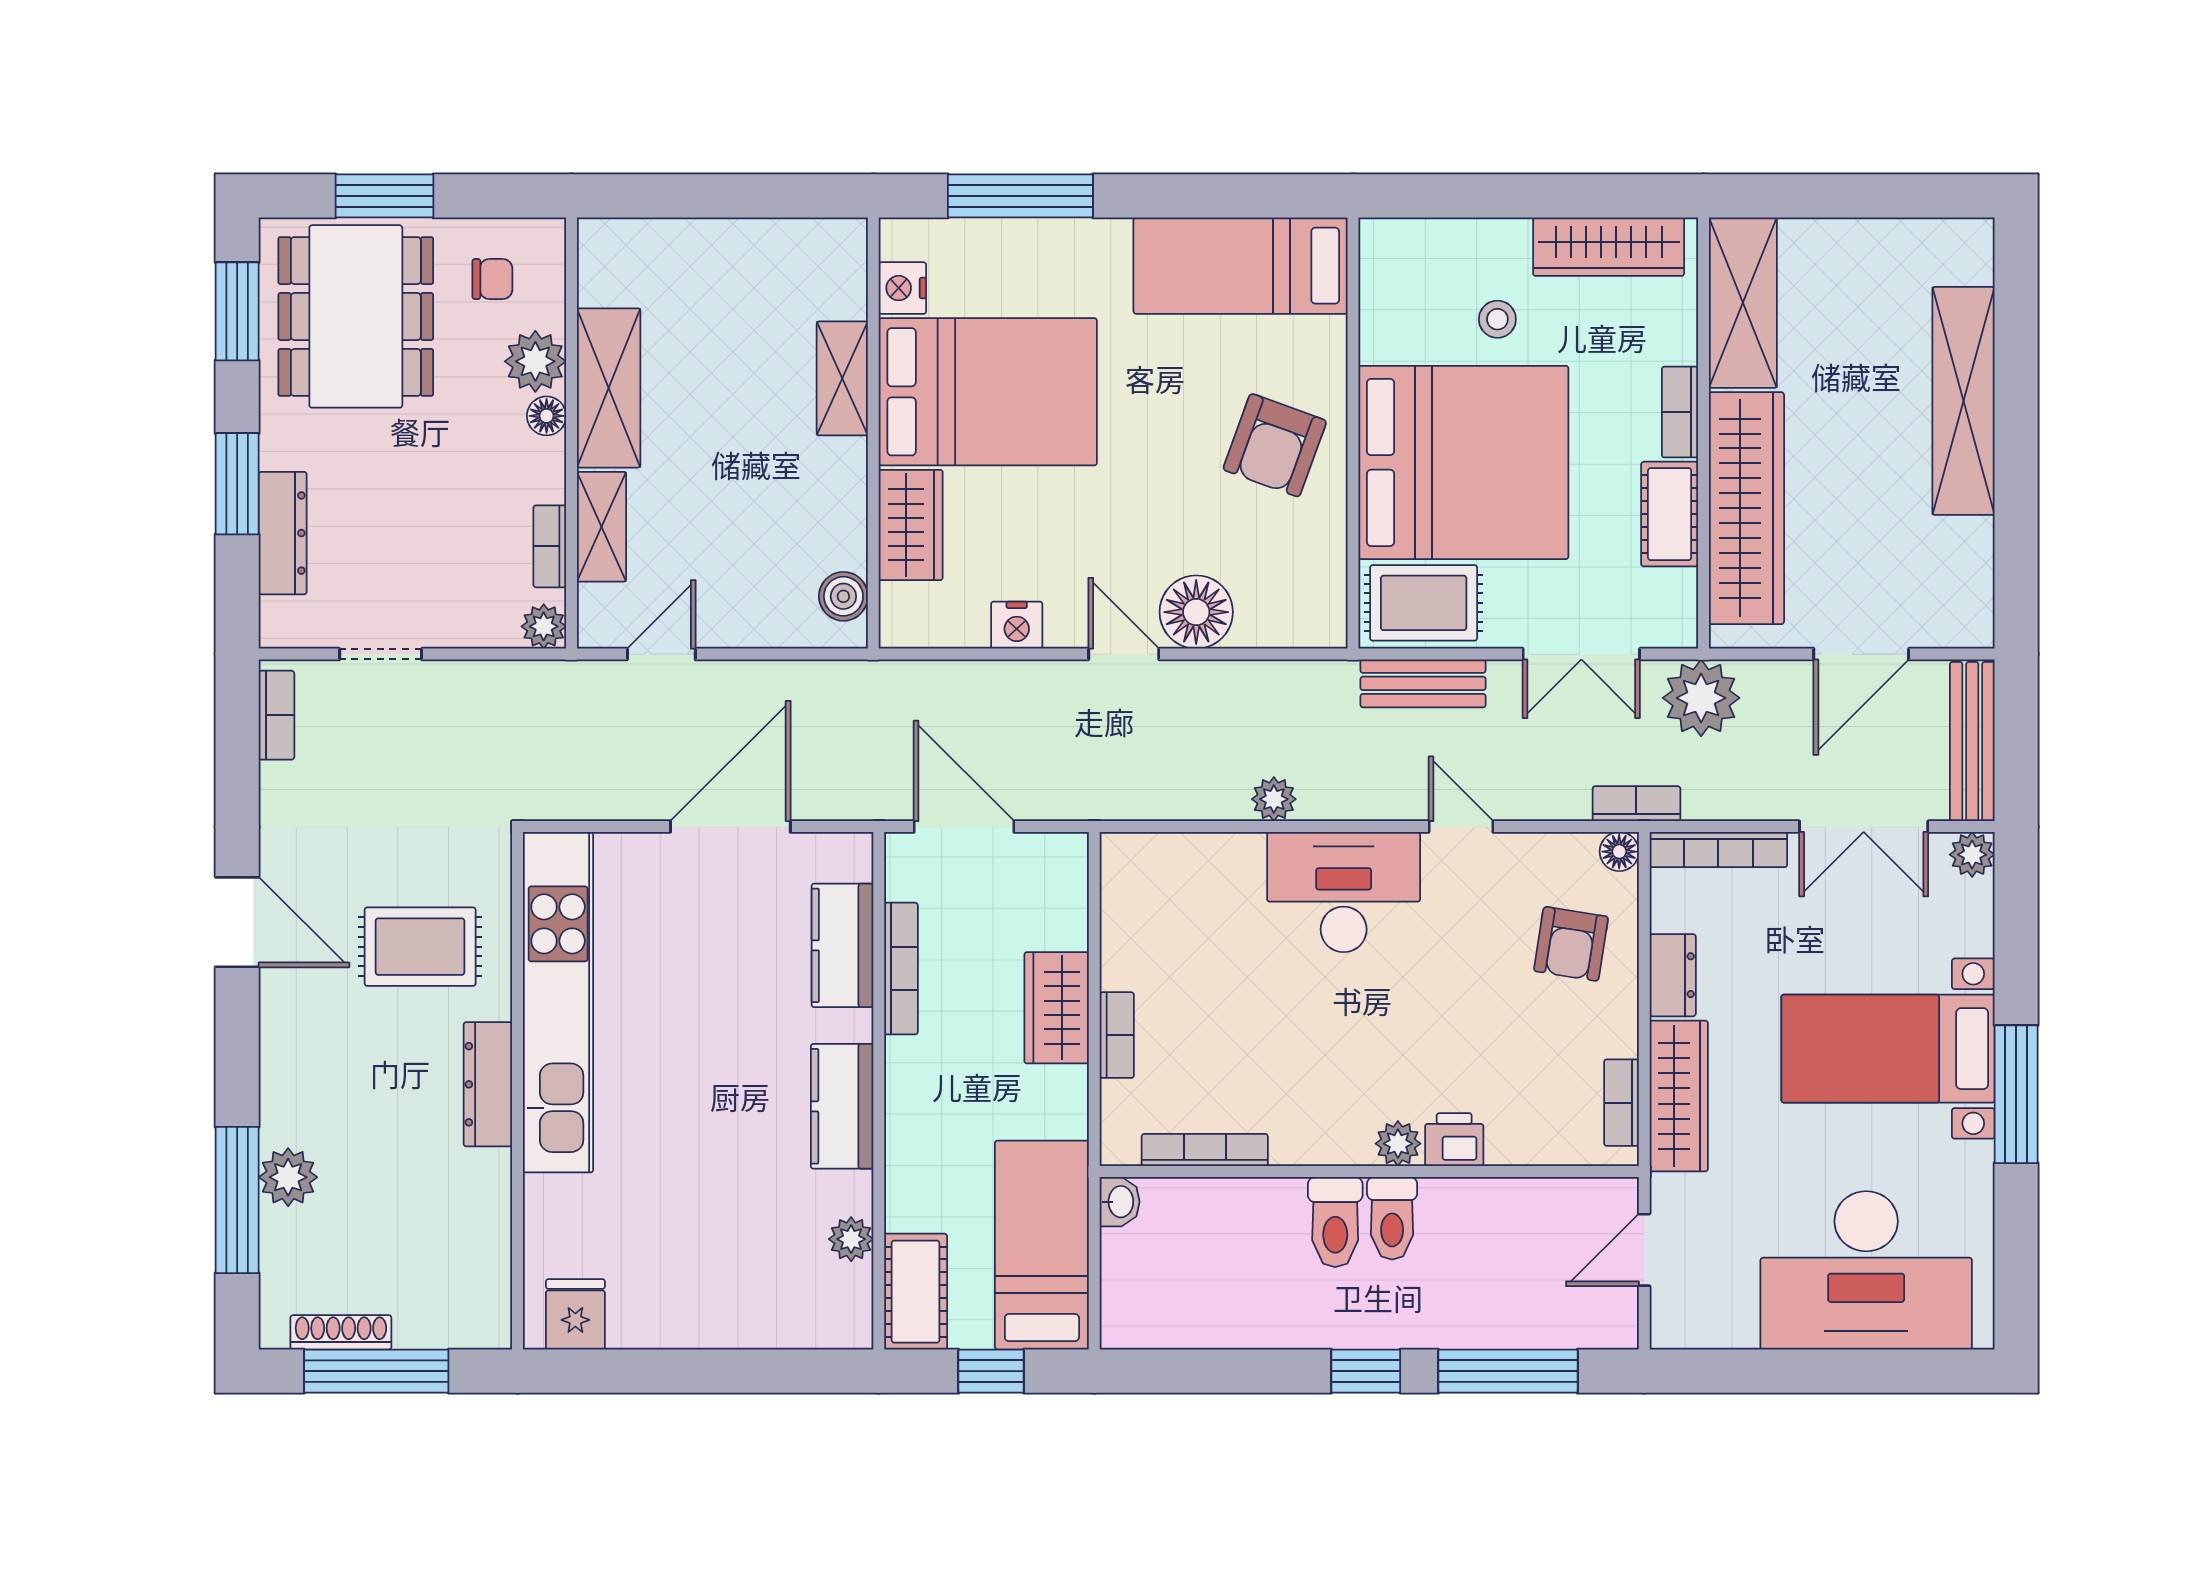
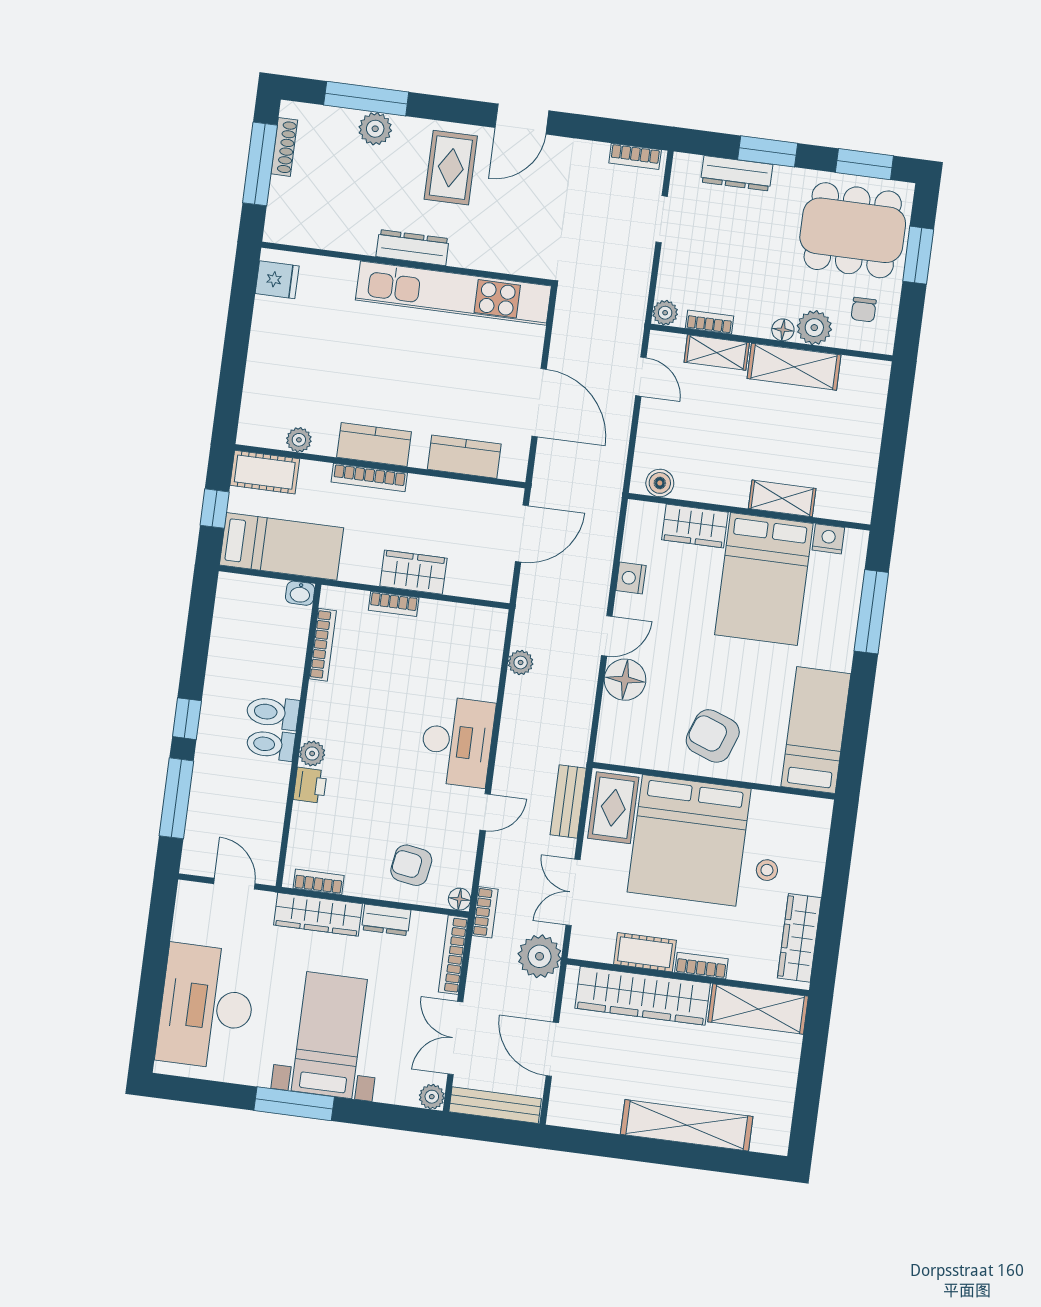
plant: (1274, 799) -> (521, 662), moved
rug: (420, 947) -> (451, 168), moved
bookcase: (901, 969) -> (369, 478), moved

